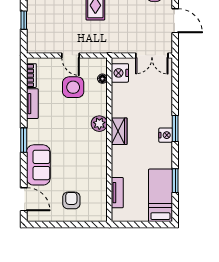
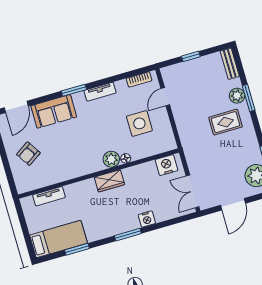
door: (71, 55) -> (165, 97), moved
floor lamp: (102, 79) -> (126, 158), moved
tv unit: (32, 104) -> (100, 92), moved
nightstand: (166, 135) -> (147, 219), moved
armchair: (71, 200) -> (28, 154), turned 147

